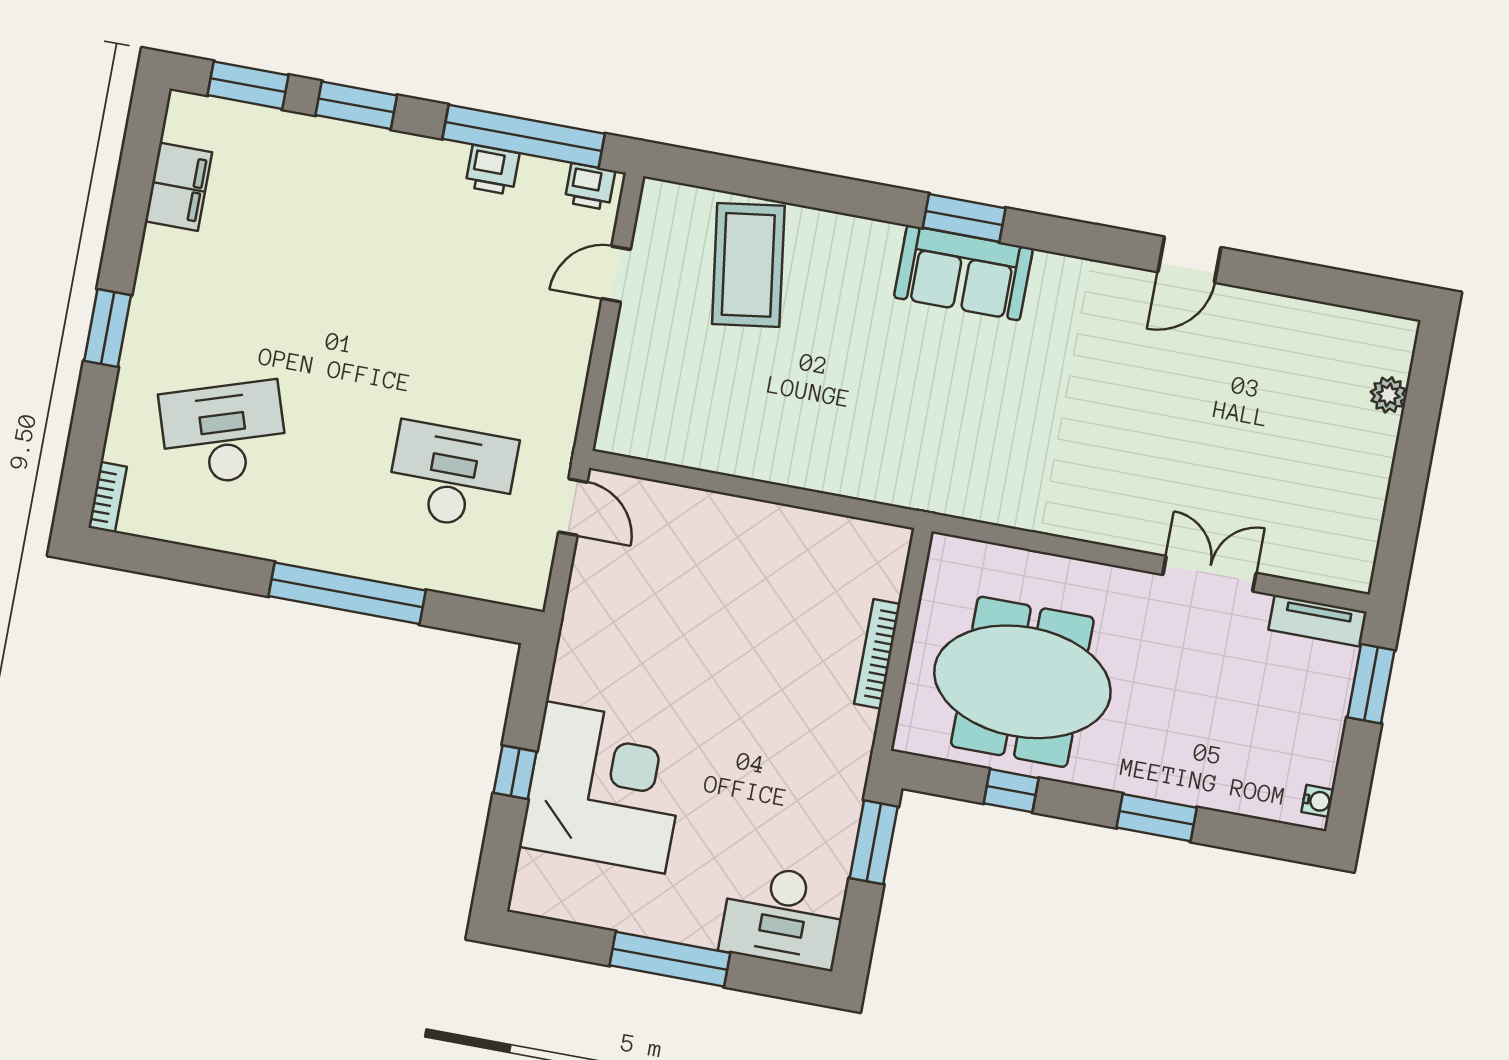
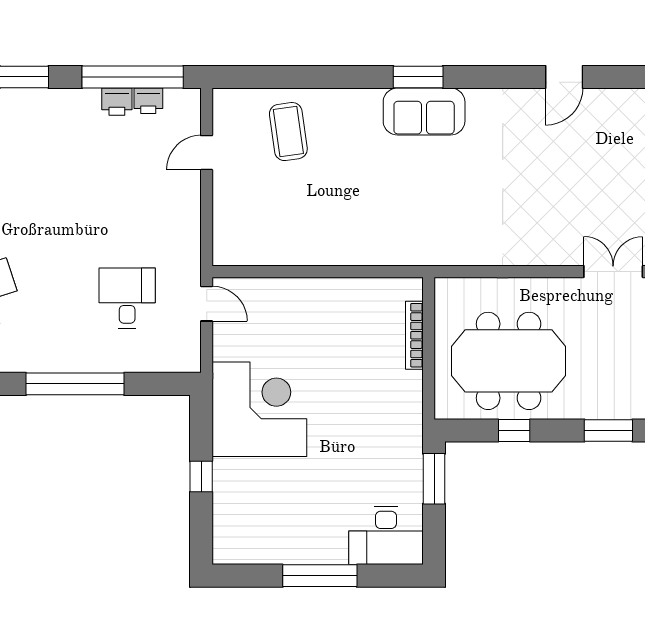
printer: (590, 187) -> (148, 101), moved
coffee table: (748, 265) -> (288, 132), width x0.73, depth x0.76
desk: (452, 476) -> (127, 298), width x0.73
bookcase: (877, 654) -> (414, 335), moved
corner desk: (605, 787) -> (259, 409), moved

